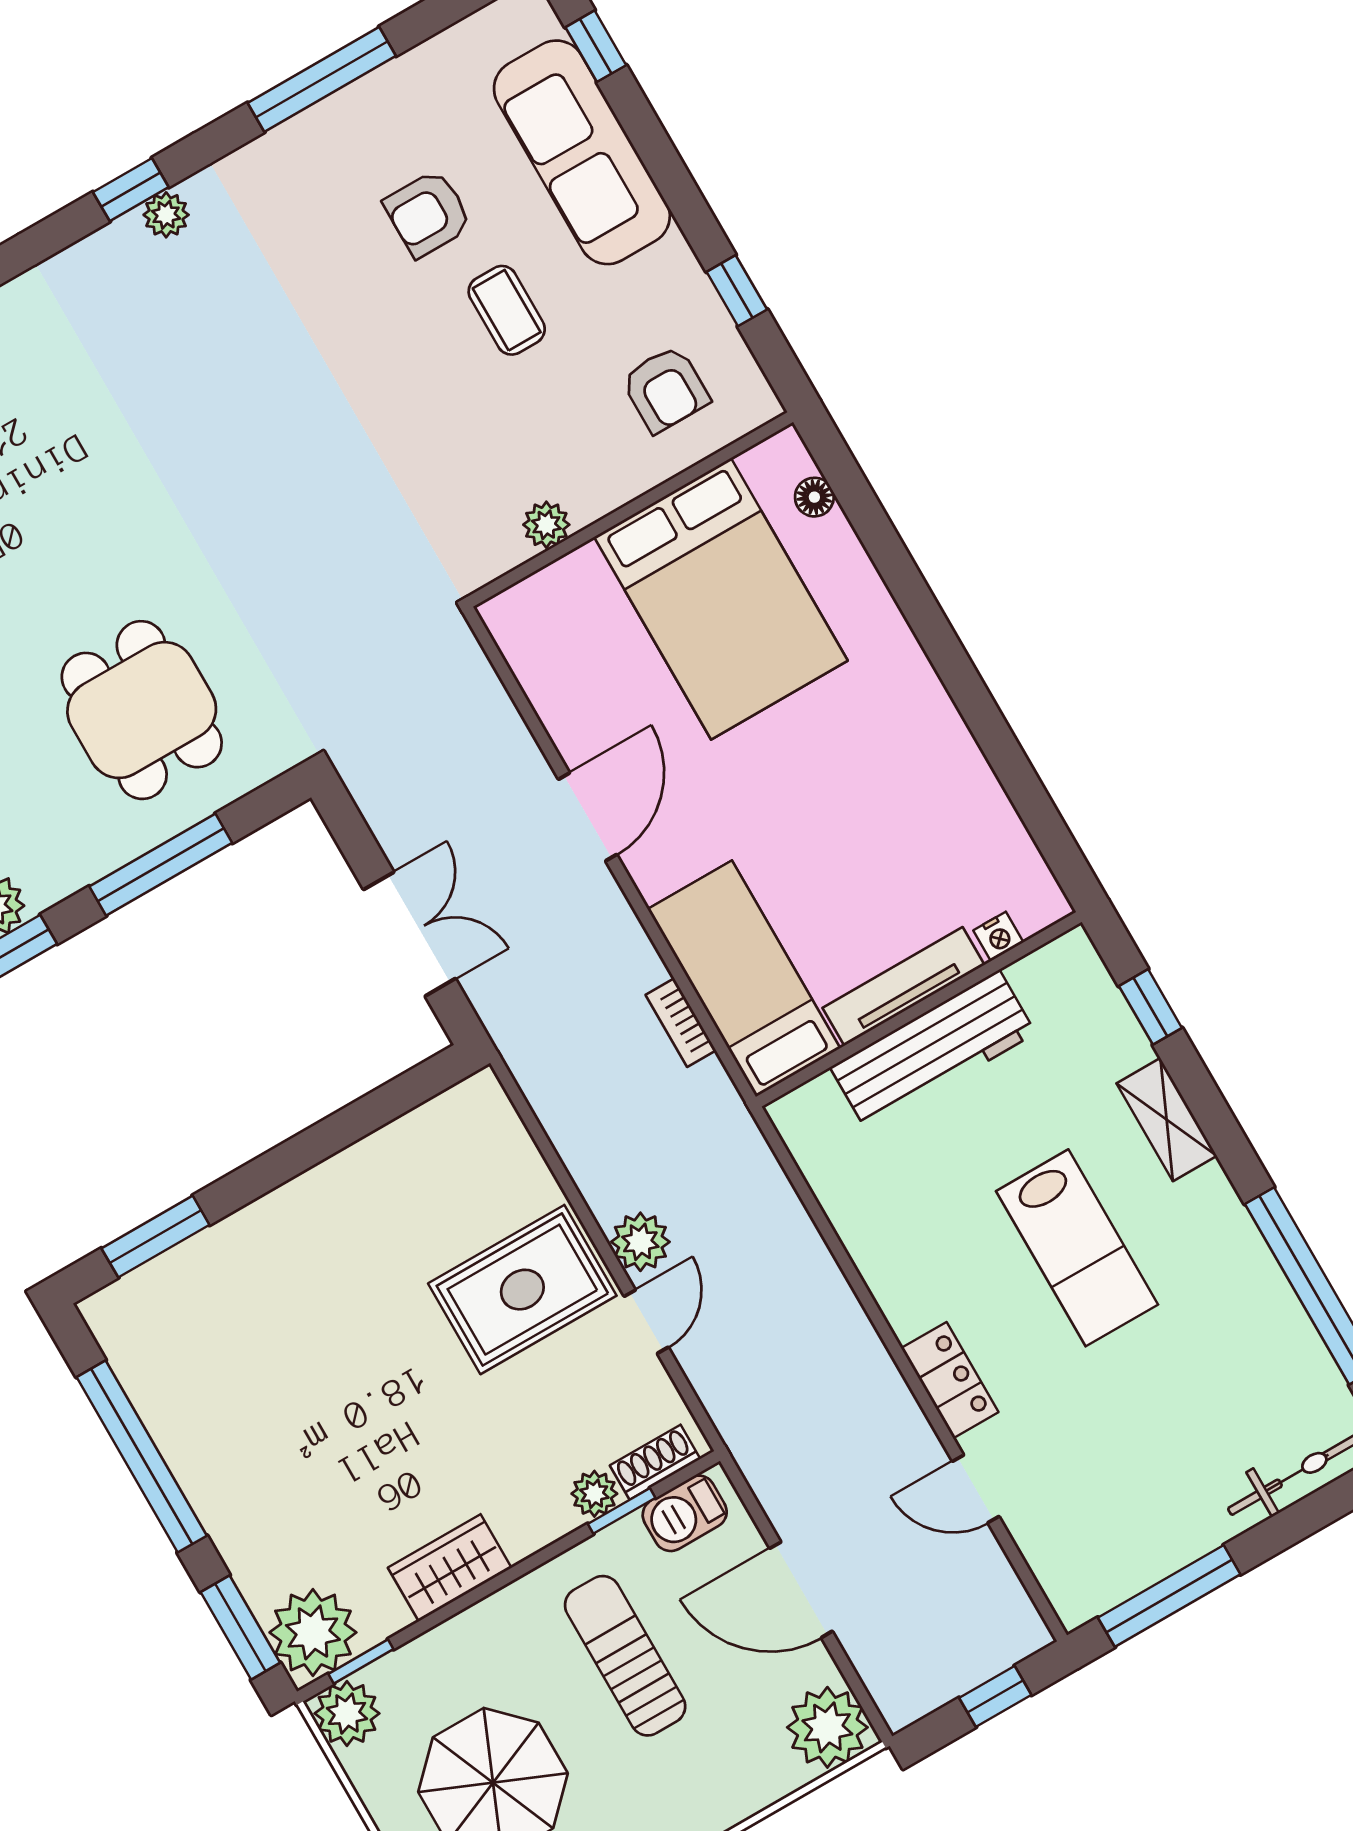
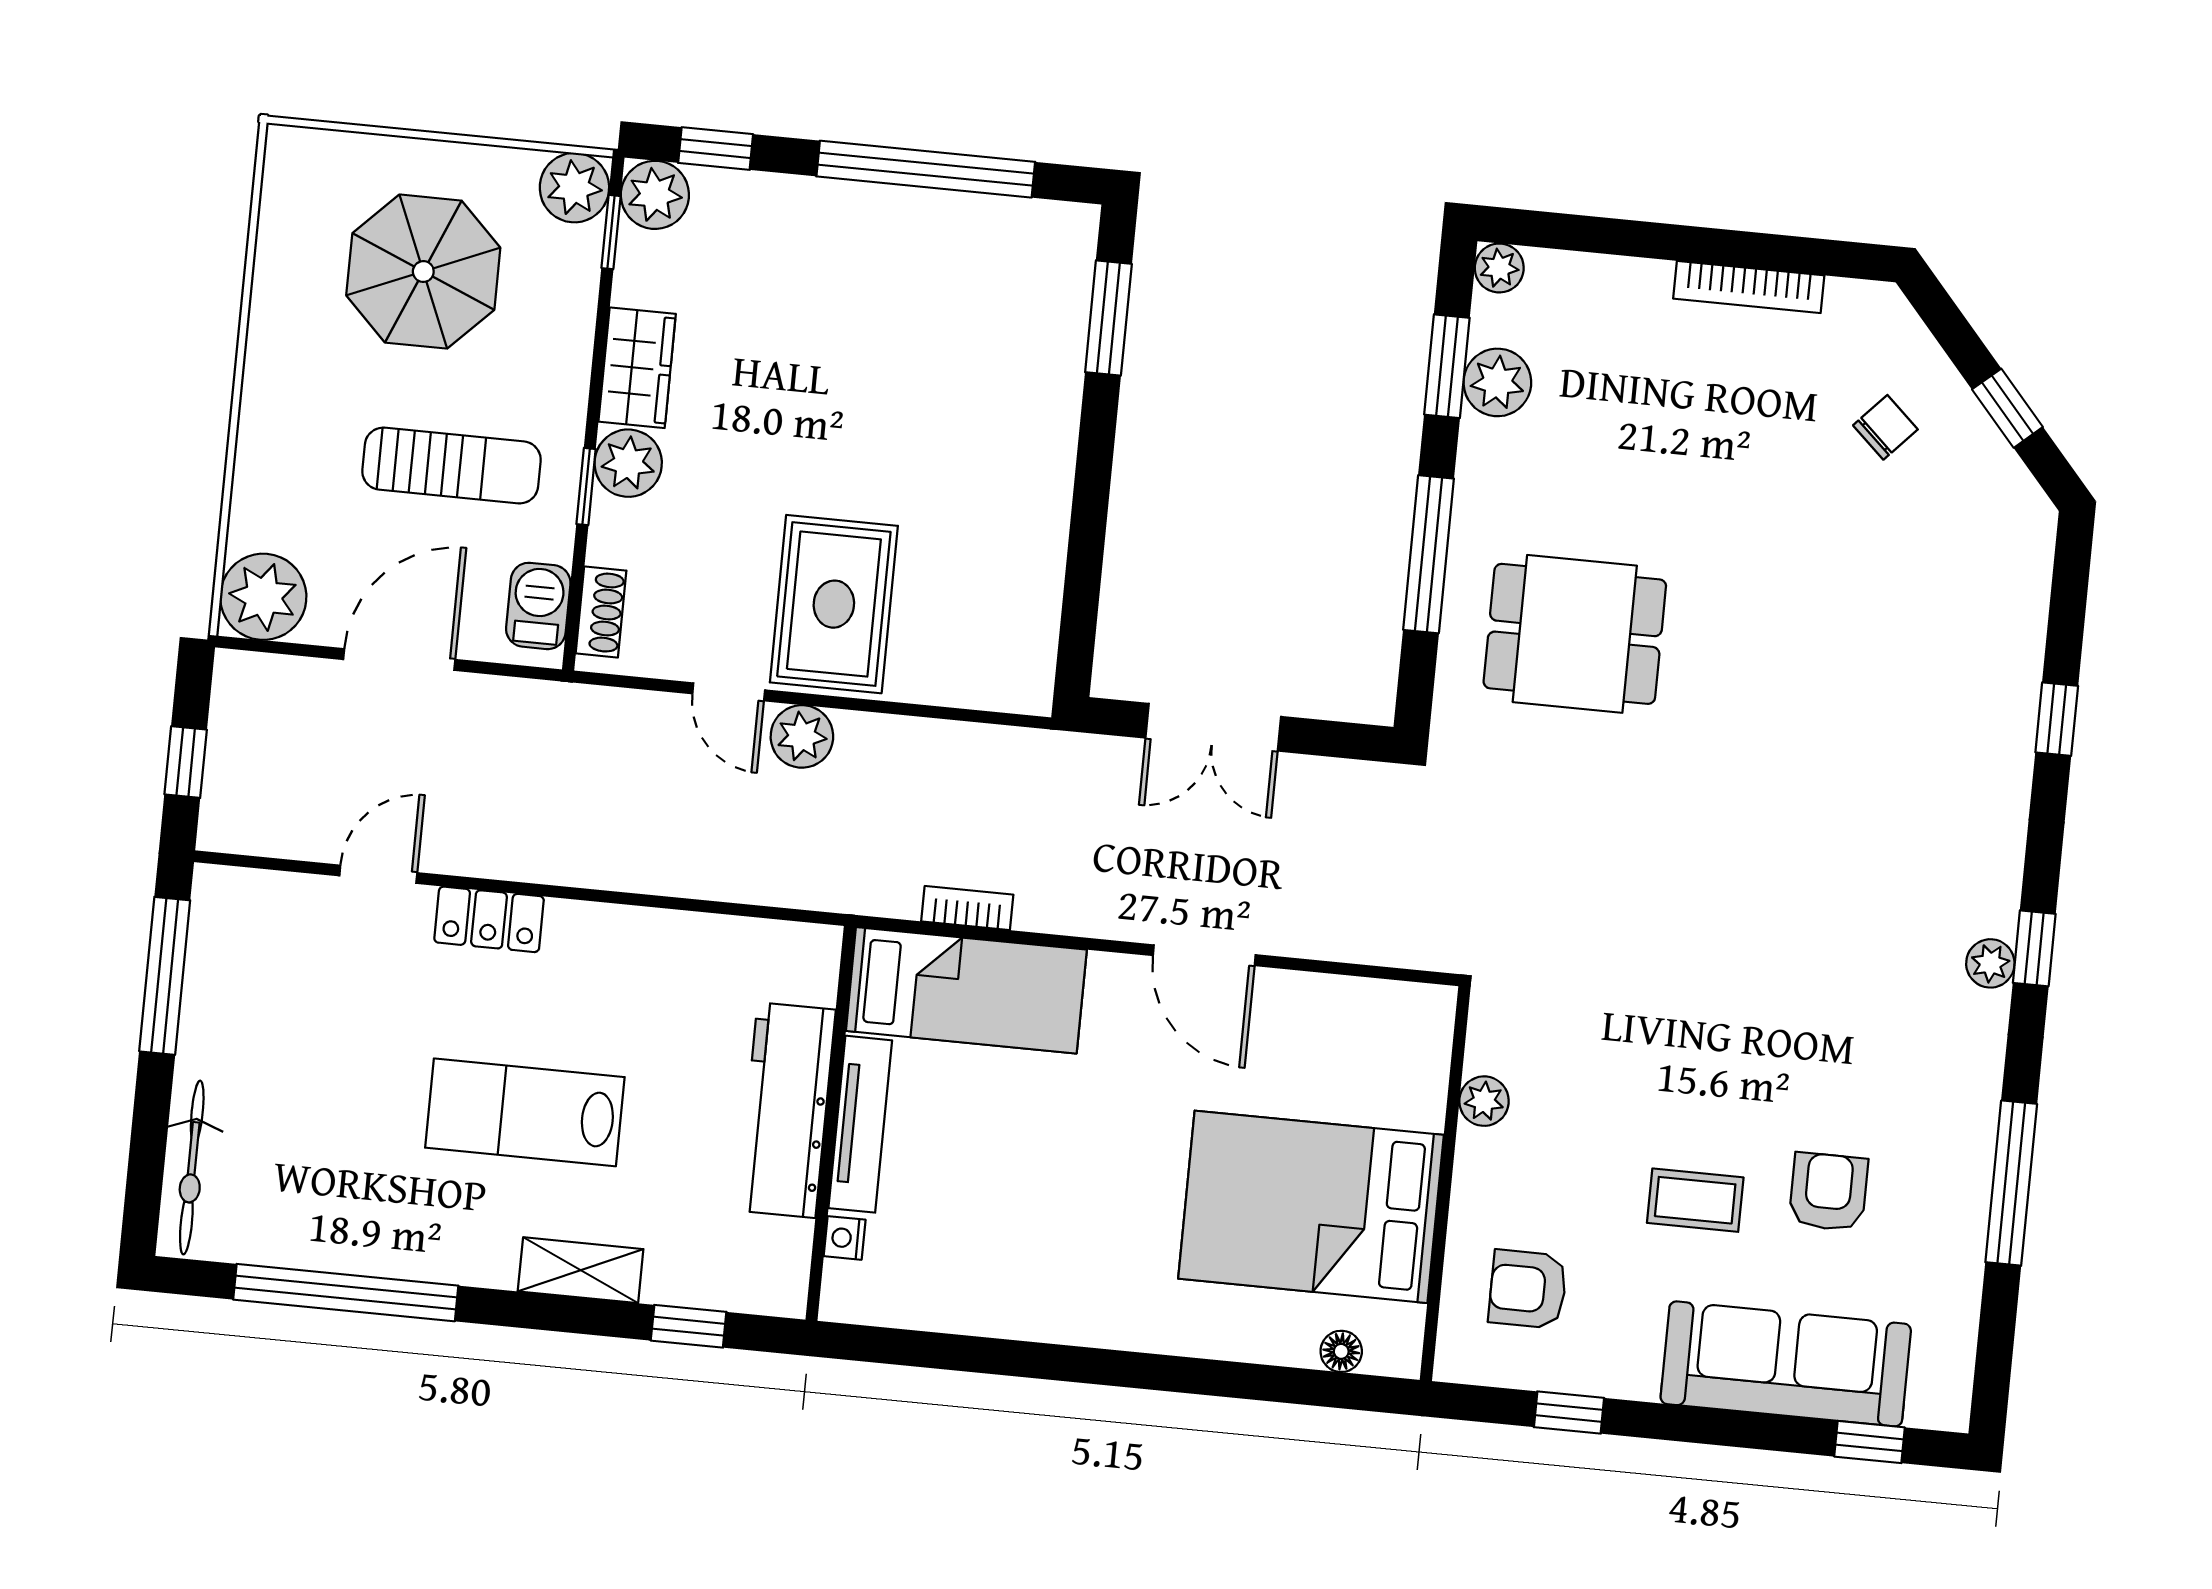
plant: (594, 1494) -> (628, 463), moved, width x1.38, depth x1.38
window: (622, 1511) -> (586, 487), moved
window: (240, 1627) -> (716, 149), width x0.67
plant: (313, 1632) -> (655, 195), width x0.73, depth x0.73

